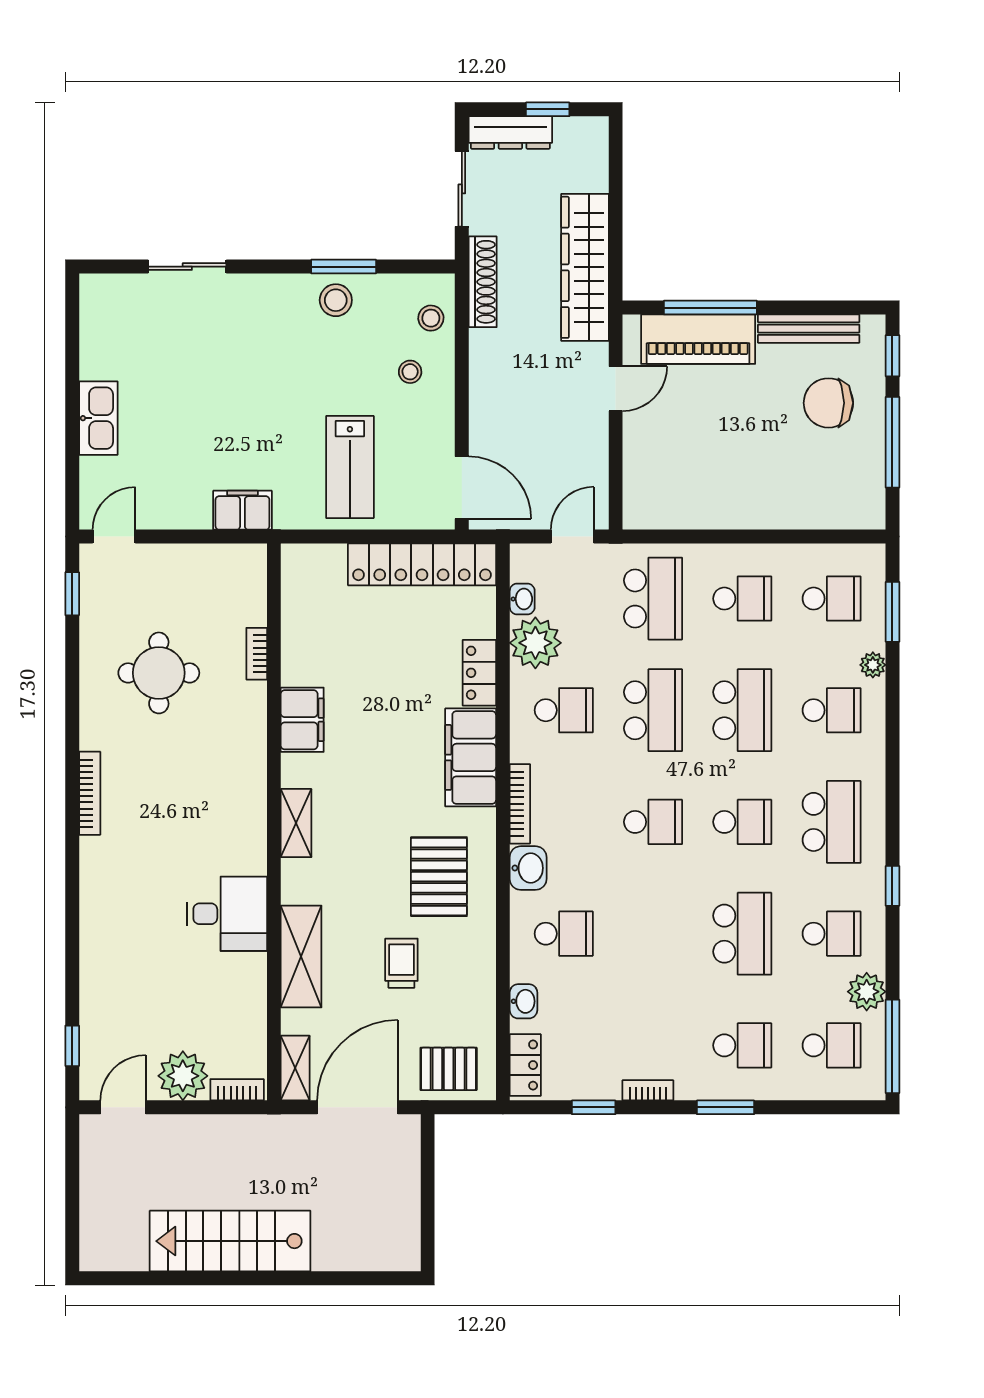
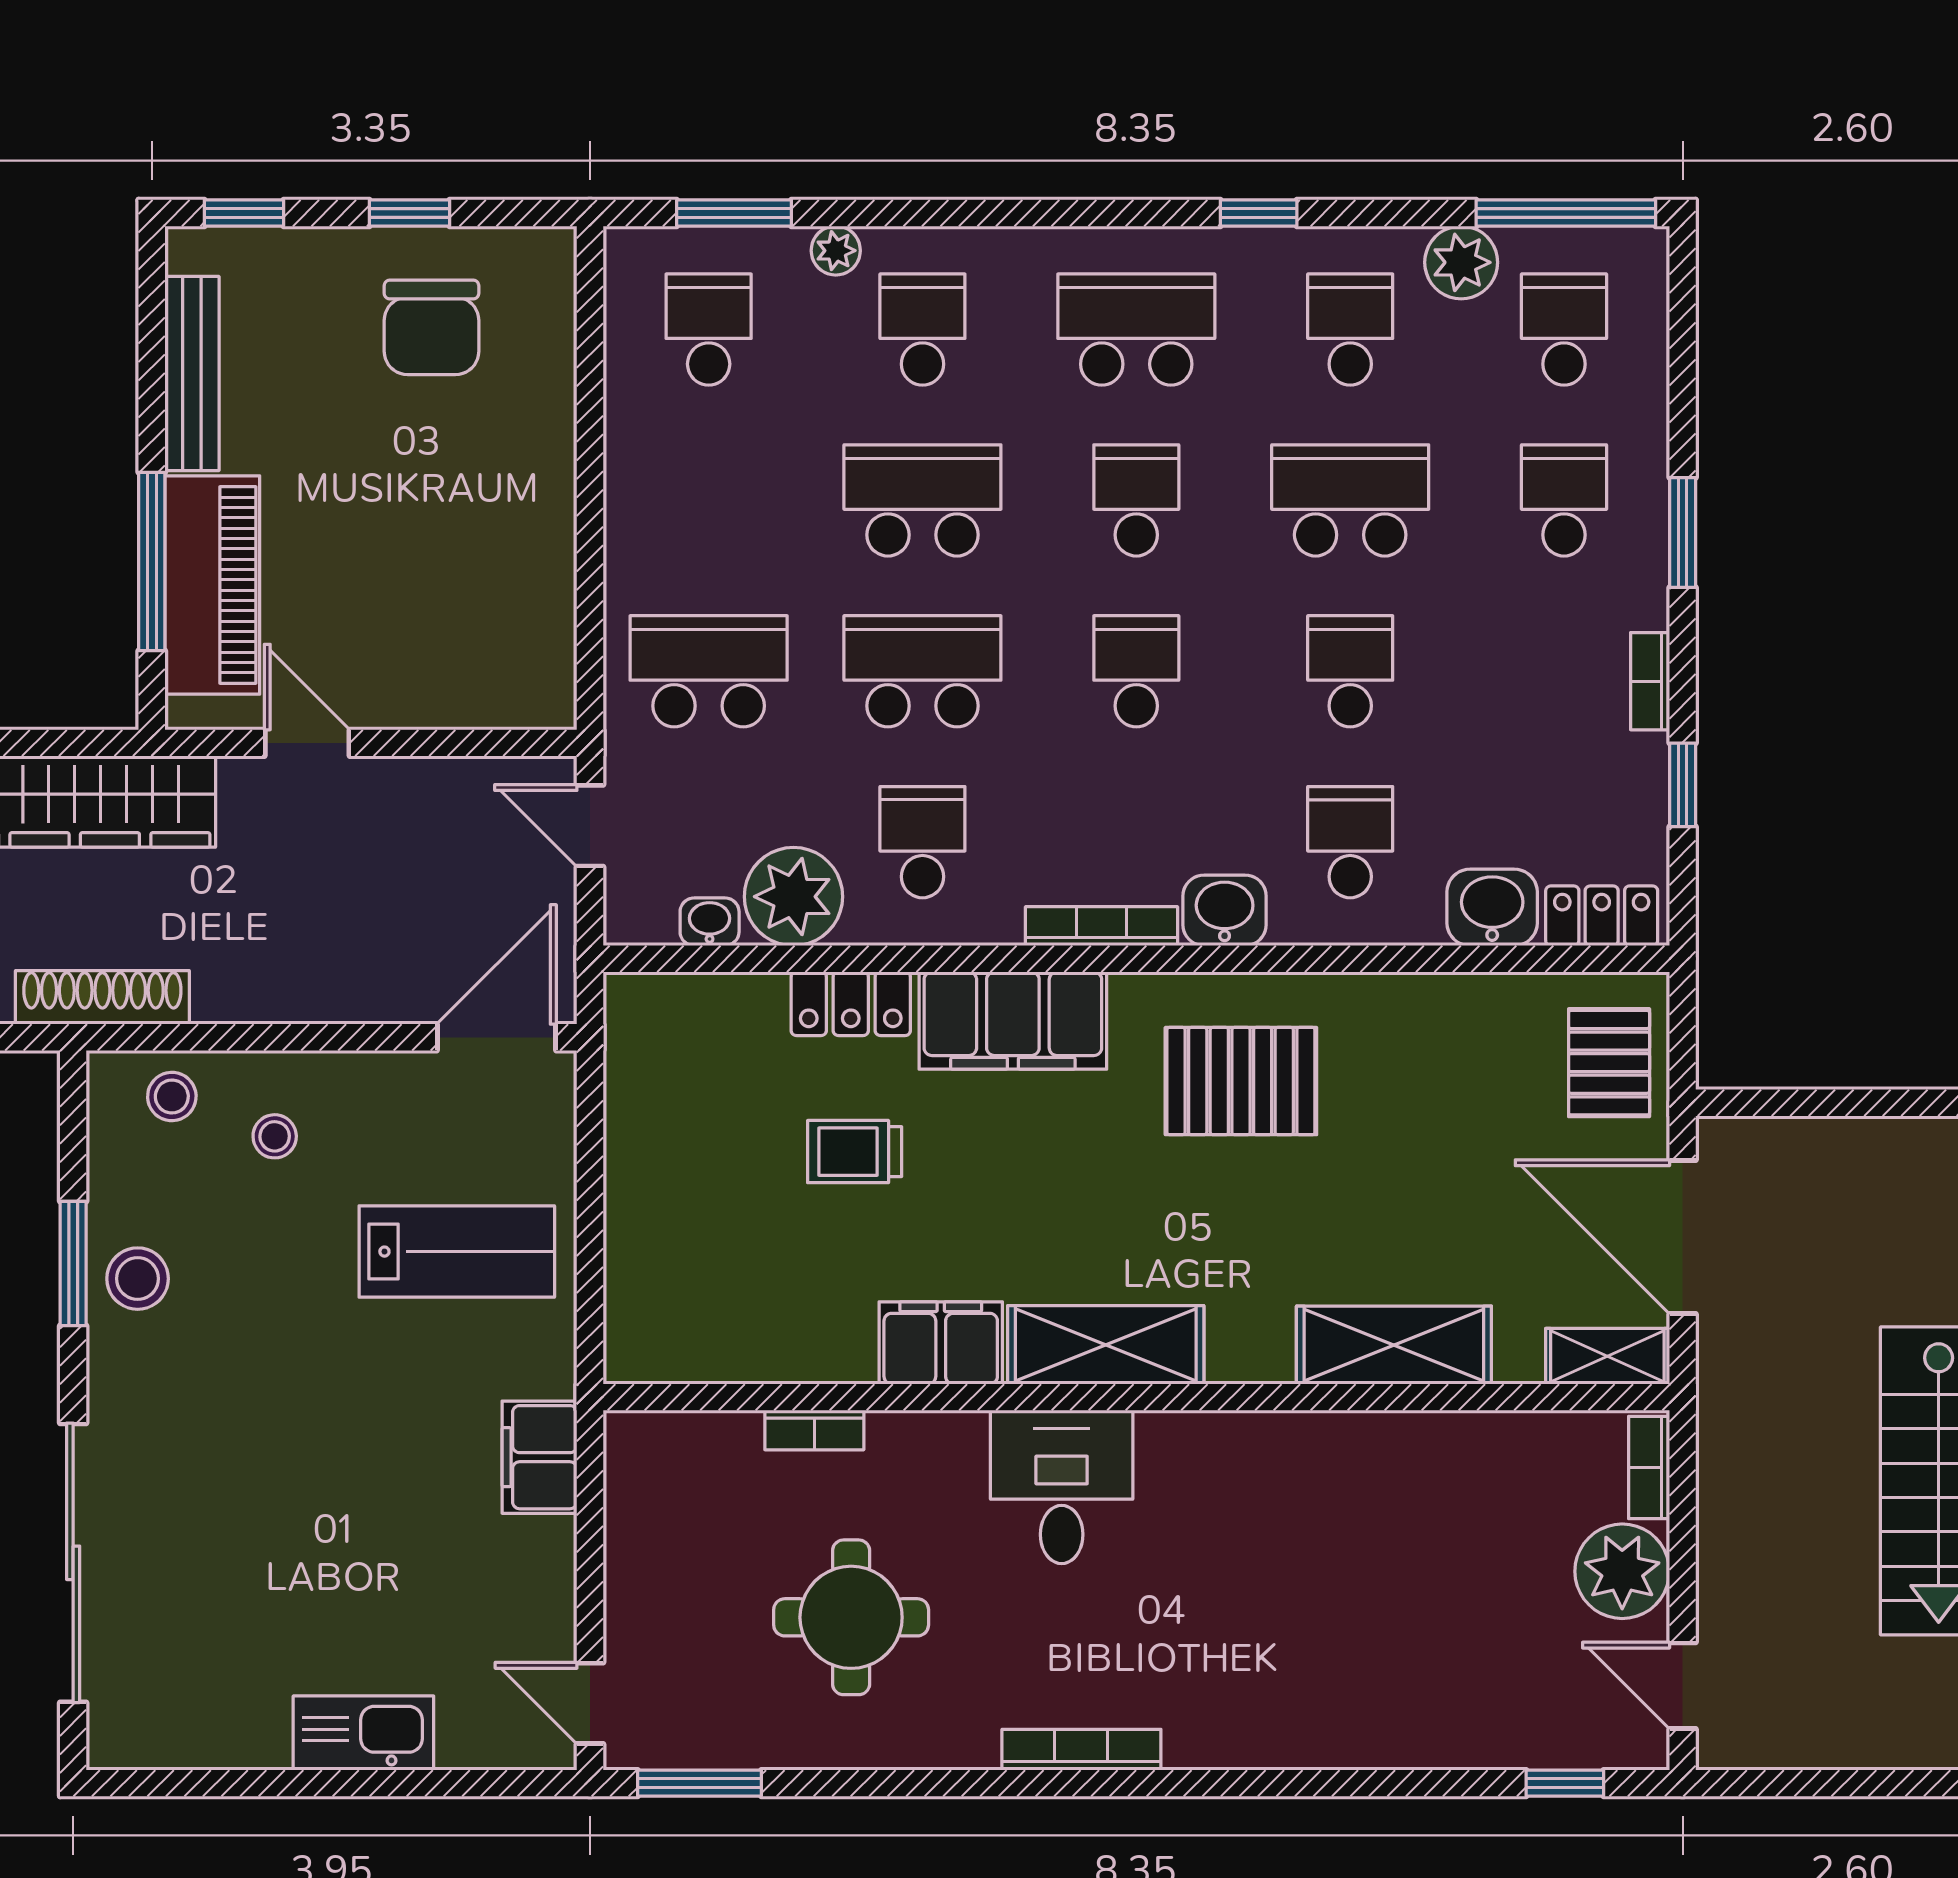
sliding door: (187, 267) -> (73, 1563), width x1.86
chair: (828, 403) -> (431, 327), moved
window: (892, 442) -> (409, 213), width x0.46
locker: (422, 564) -> (643, 1114), removed
window: (72, 594) -> (699, 1783), width x1.50
school desk: (742, 599) -> (1350, 671), moved
shelving: (296, 823) -> (1106, 1345), width x1.50, depth x1.33
desk: (227, 914) -> (1062, 1487), moved
trolley: (401, 963) -> (855, 1152), moved
washbasin: (523, 1001) -> (1492, 907), width x1.38, depth x1.45

